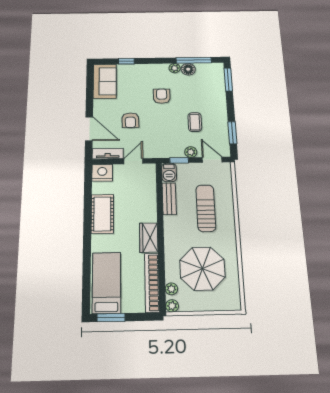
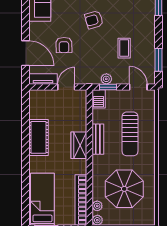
armchair: (162, 96) -> (94, 20), turned -106
plant: (191, 152) -> (106, 79), moved
nightstand: (102, 173) -> (38, 98), removed
bench: (169, 199) -> (98, 139), moved
sun lounger: (206, 208) -> (130, 134), turned 180
wardrobe: (149, 238) -> (79, 145), moved

